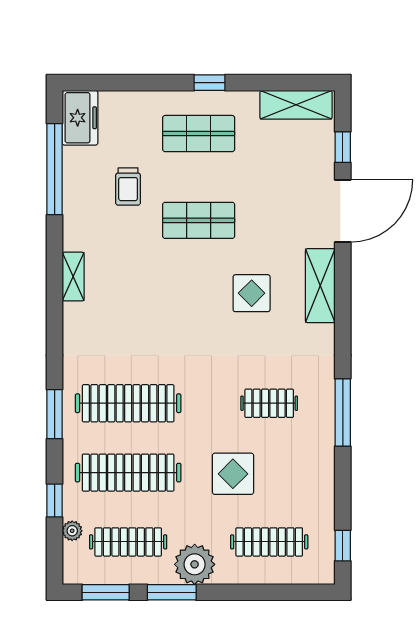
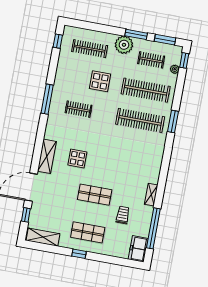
shelving: (73, 277) -> (151, 195), moved
window: (55, 500) -> (184, 60), moved
clothes rail: (128, 542) -> (151, 60), width x0.73

